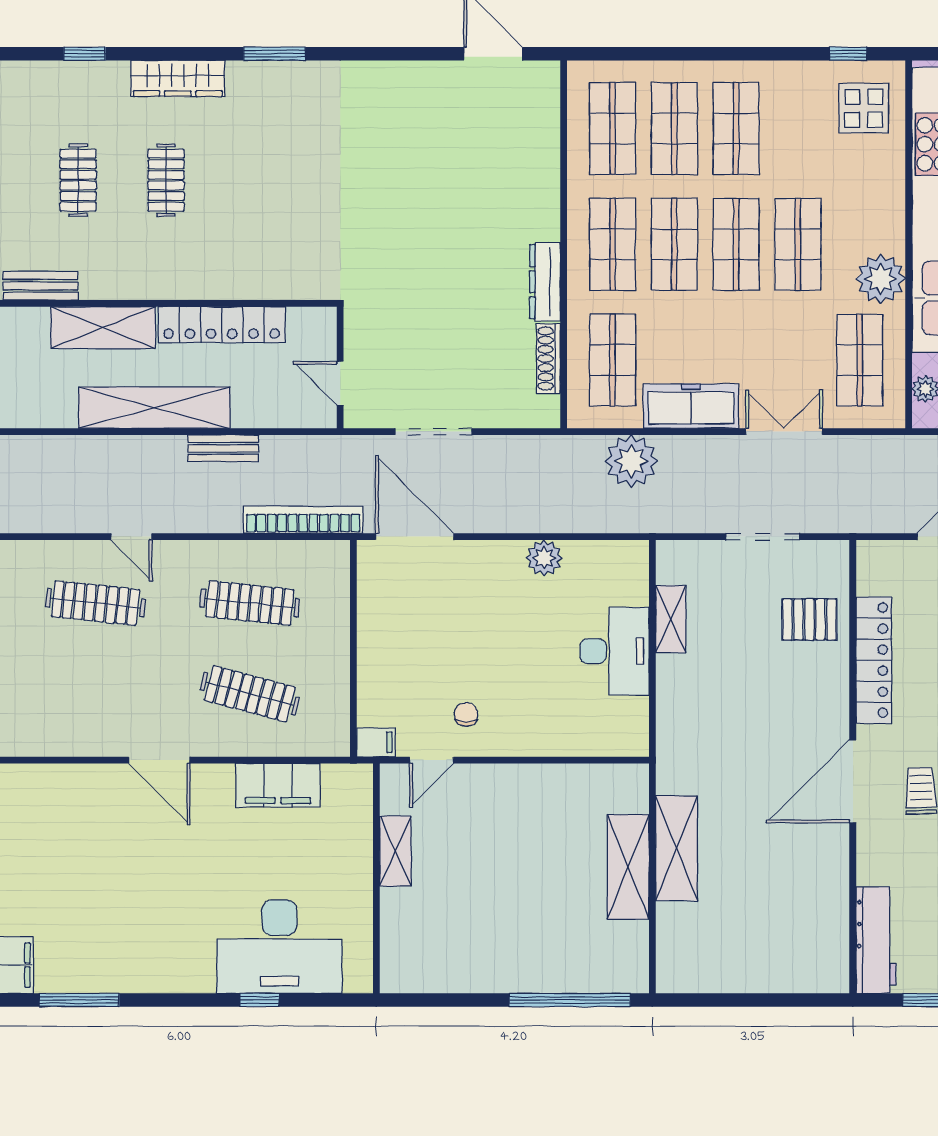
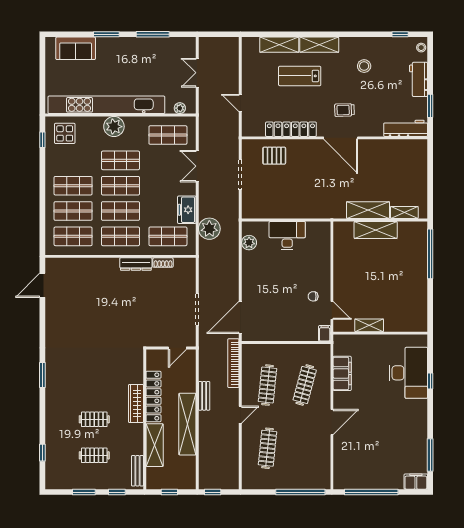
wardrobe: (178, 78) -> (136, 403), moved, turned 180
plant: (881, 279) -> (114, 127), moved
shoe rack: (548, 358) -> (163, 263), width x0.70
freezer: (691, 406) -> (187, 210), width x0.71
door: (131, 537) -> (240, 415), moved
plant: (544, 558) -> (249, 243), moved
shelving: (671, 619) -> (404, 212), moved
pallet: (809, 619) -> (274, 156), turned 90

